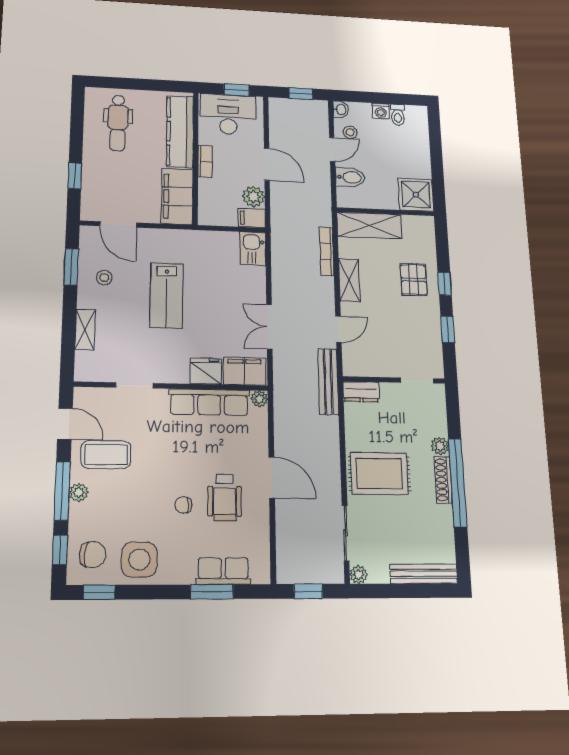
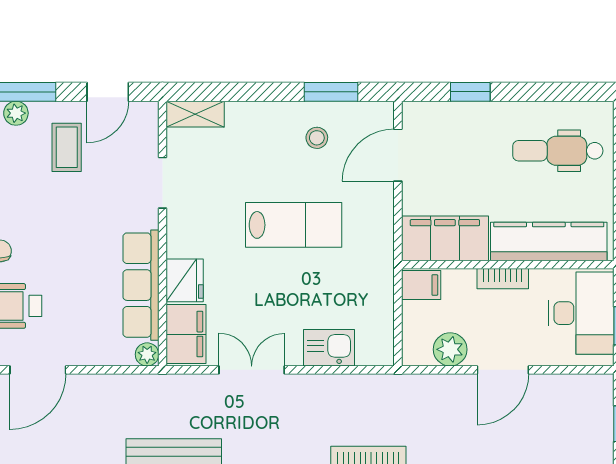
filing cabinet: (252, 218) -> (421, 285), moved, turned 90
kitchen sink: (253, 249) -> (329, 348), moved
lab bench: (167, 295) -> (294, 225), turned 180
shelving: (85, 329) -> (195, 114), moved
coffee table: (106, 455) -> (67, 147), width x0.73, depth x0.77

